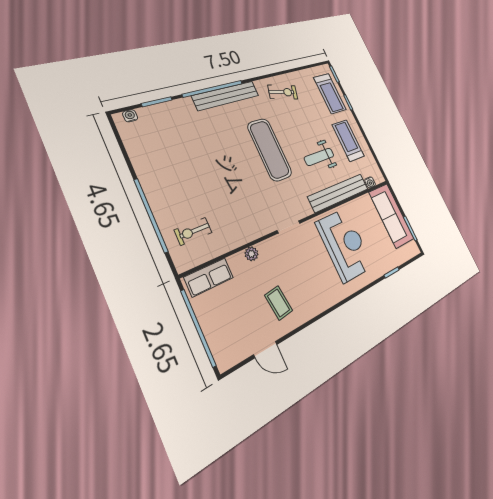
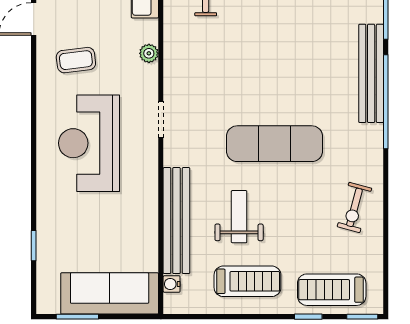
bench: (226, 96) -> (371, 73), moved
reception desk: (345, 245) -> (89, 143), moved, turned 90

